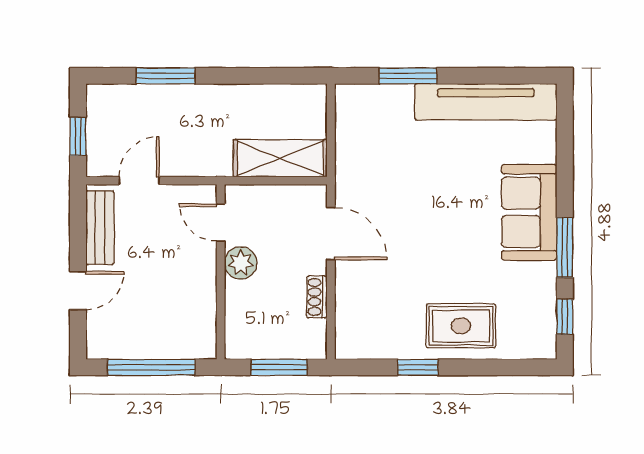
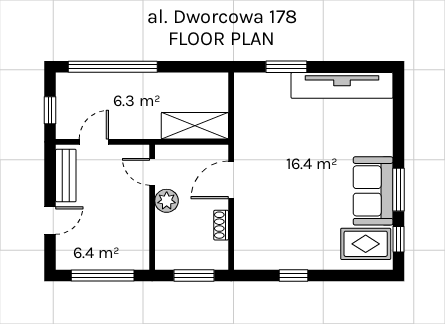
window: (166, 76) -> (113, 67), width x2.11
sofa: (529, 212) -> (373, 191), moved
door: (331, 234) -> (231, 180), swing flipped
rug: (461, 326) -> (366, 244), moved

